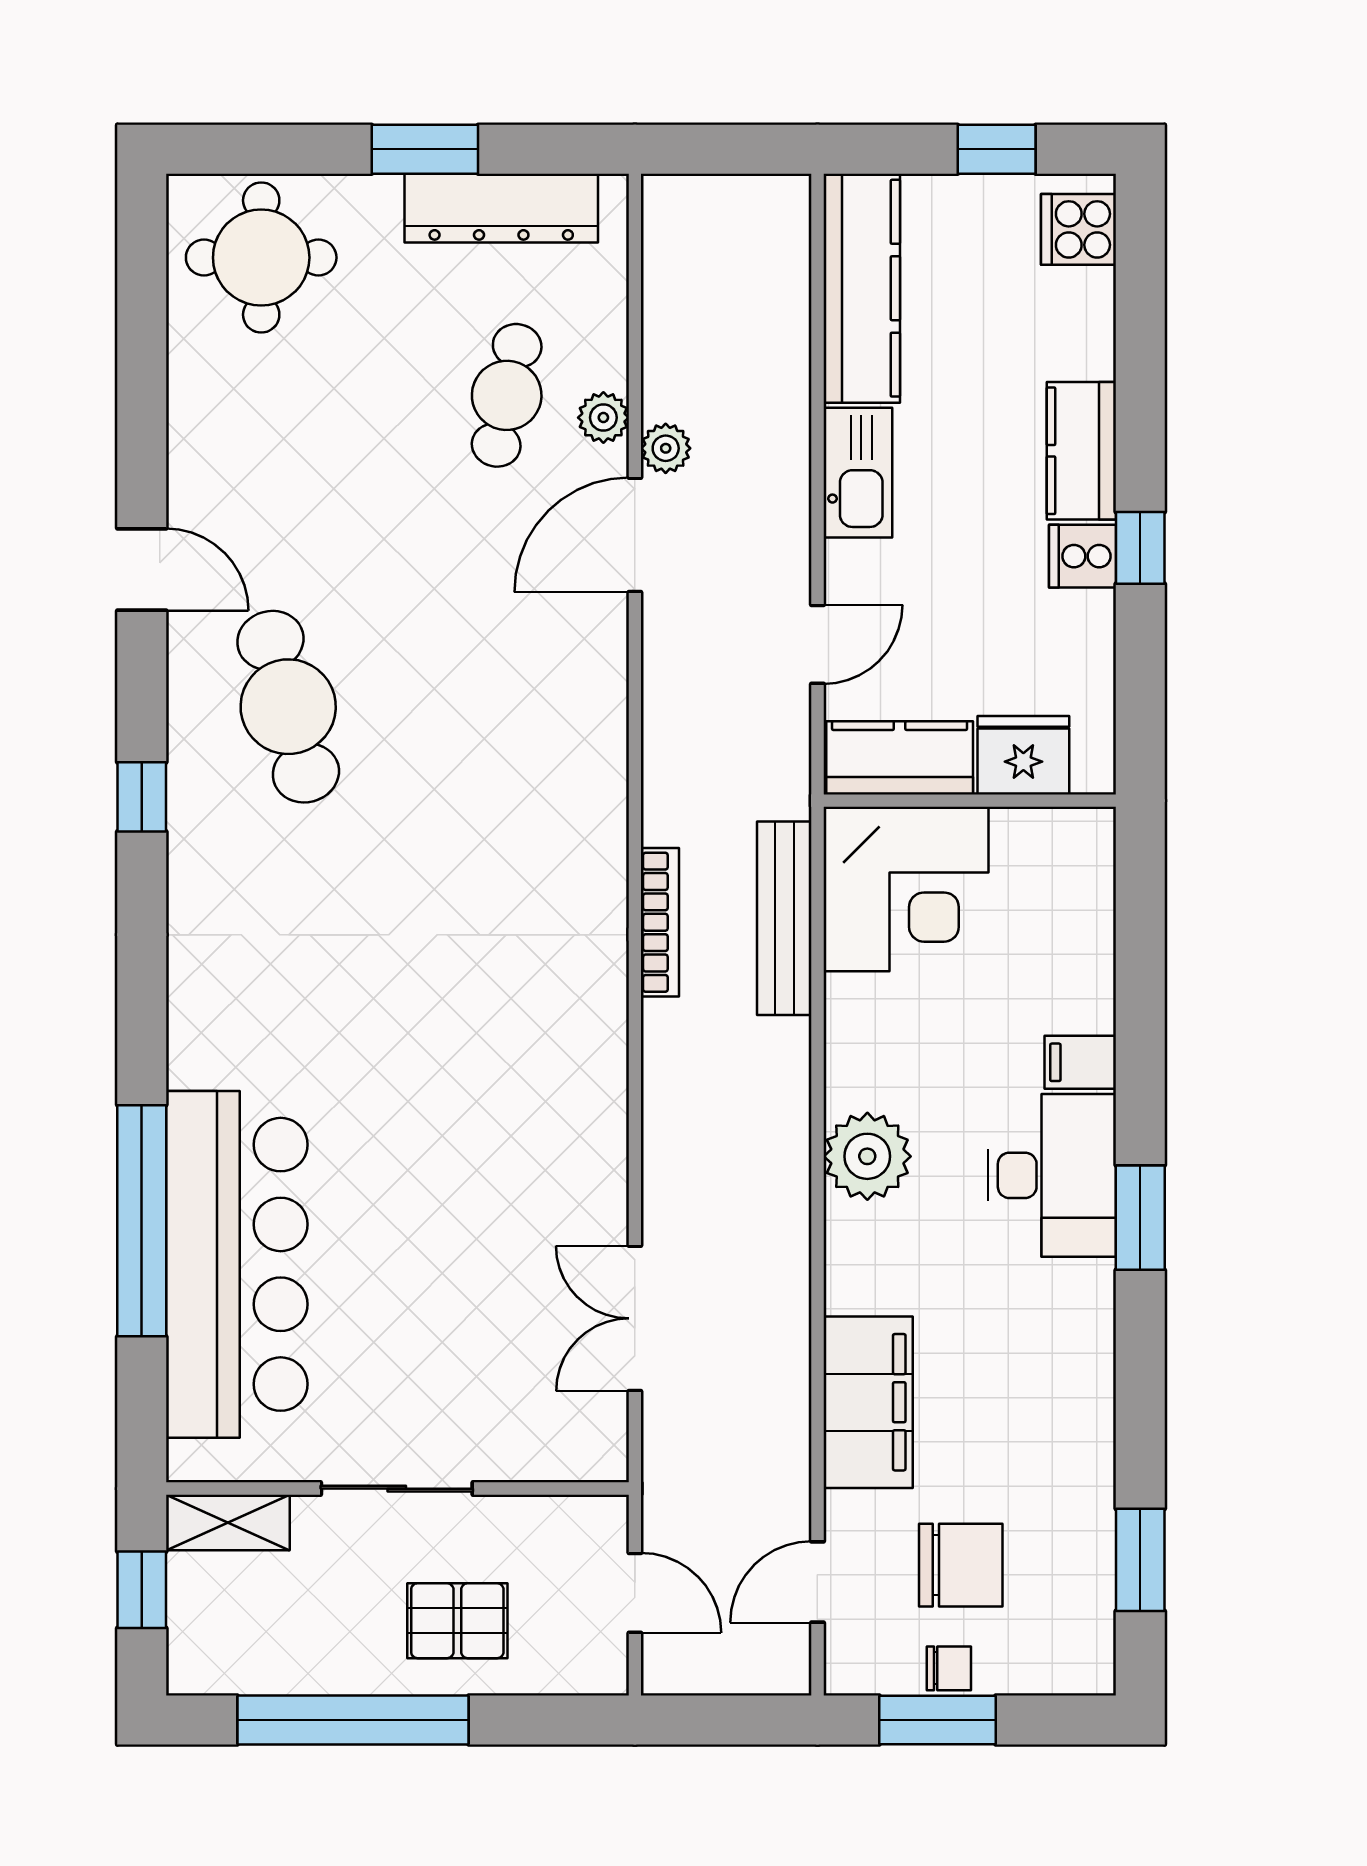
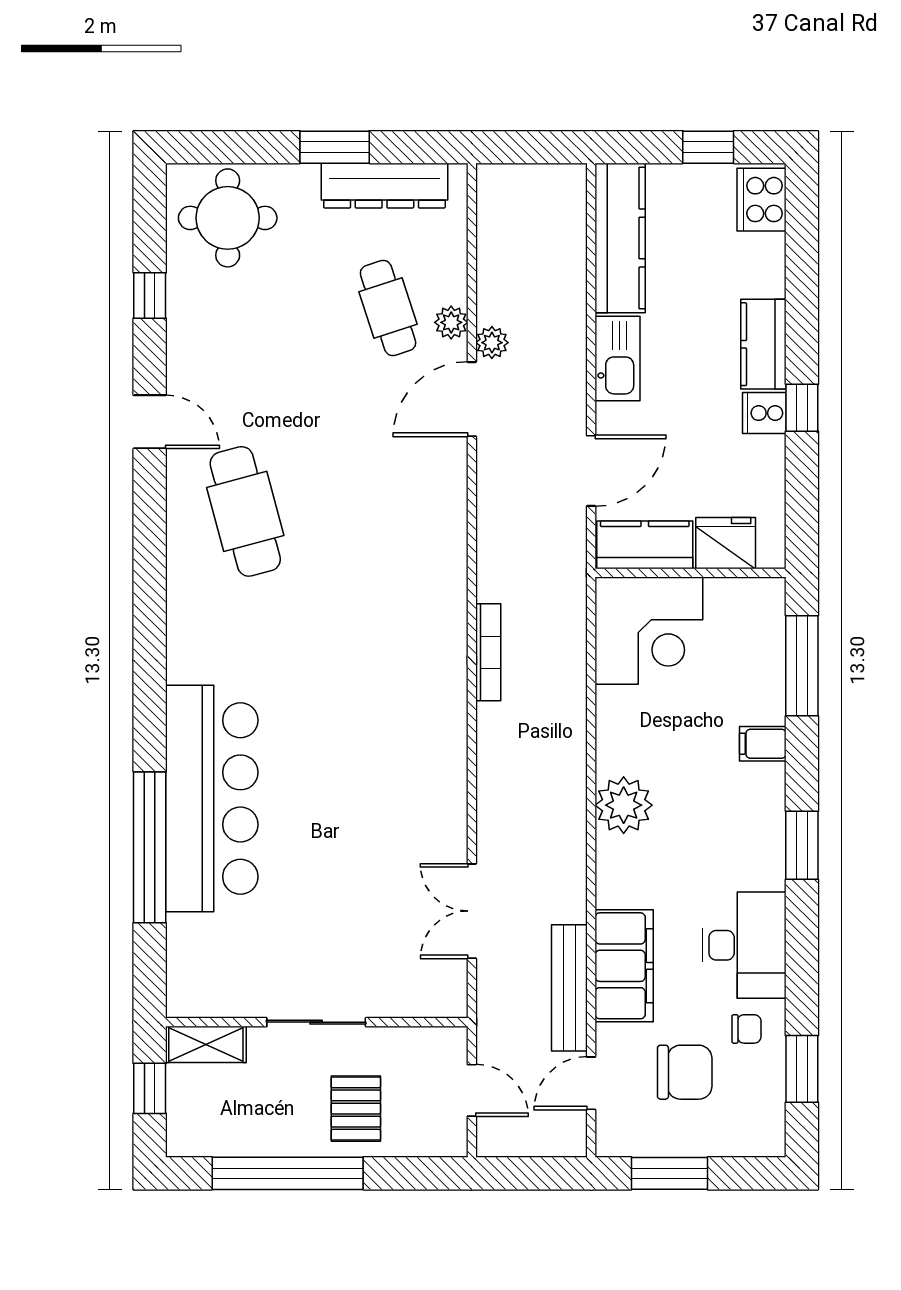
cooker: (1078, 229) -> (762, 200), width x1.36
cafe table: (507, 395) -> (388, 308), turned -30
door: (817, 644) -> (591, 471), width x1.38
window: (142, 797) -> (150, 295), moved
bench: (784, 918) -> (569, 988), moved
window: (1140, 943) -> (802, 666), added
desk: (1052, 1175) -> (744, 945), moved
bar counter: (237, 1264) -> (212, 798), moved
pallet: (457, 1621) -> (356, 1109), turned 90
chair: (949, 1668) -> (747, 1029), moved

